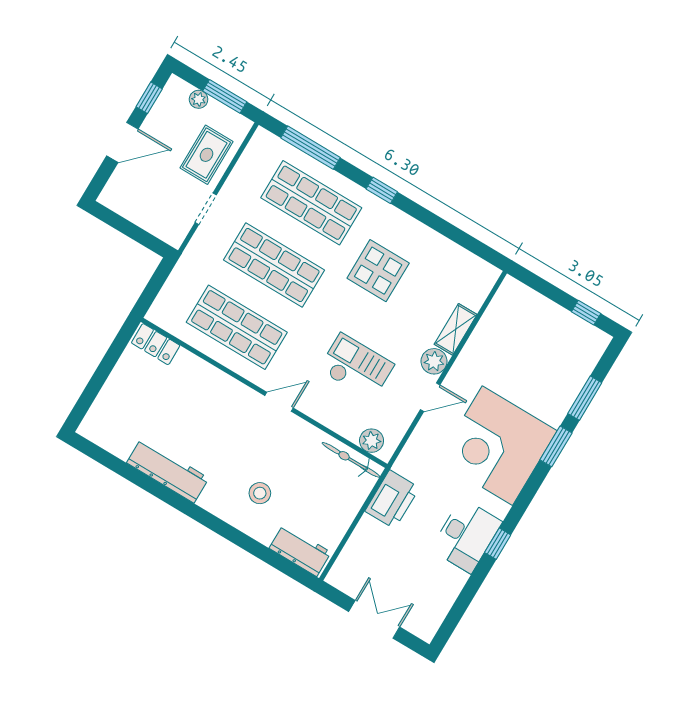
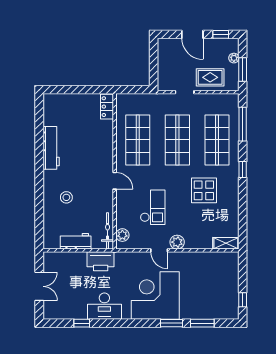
shelving: (456, 329) -> (226, 243), moved
window: (498, 544) -> (82, 323), moved
workbench: (300, 550) -> (76, 241), moved, turned -90

